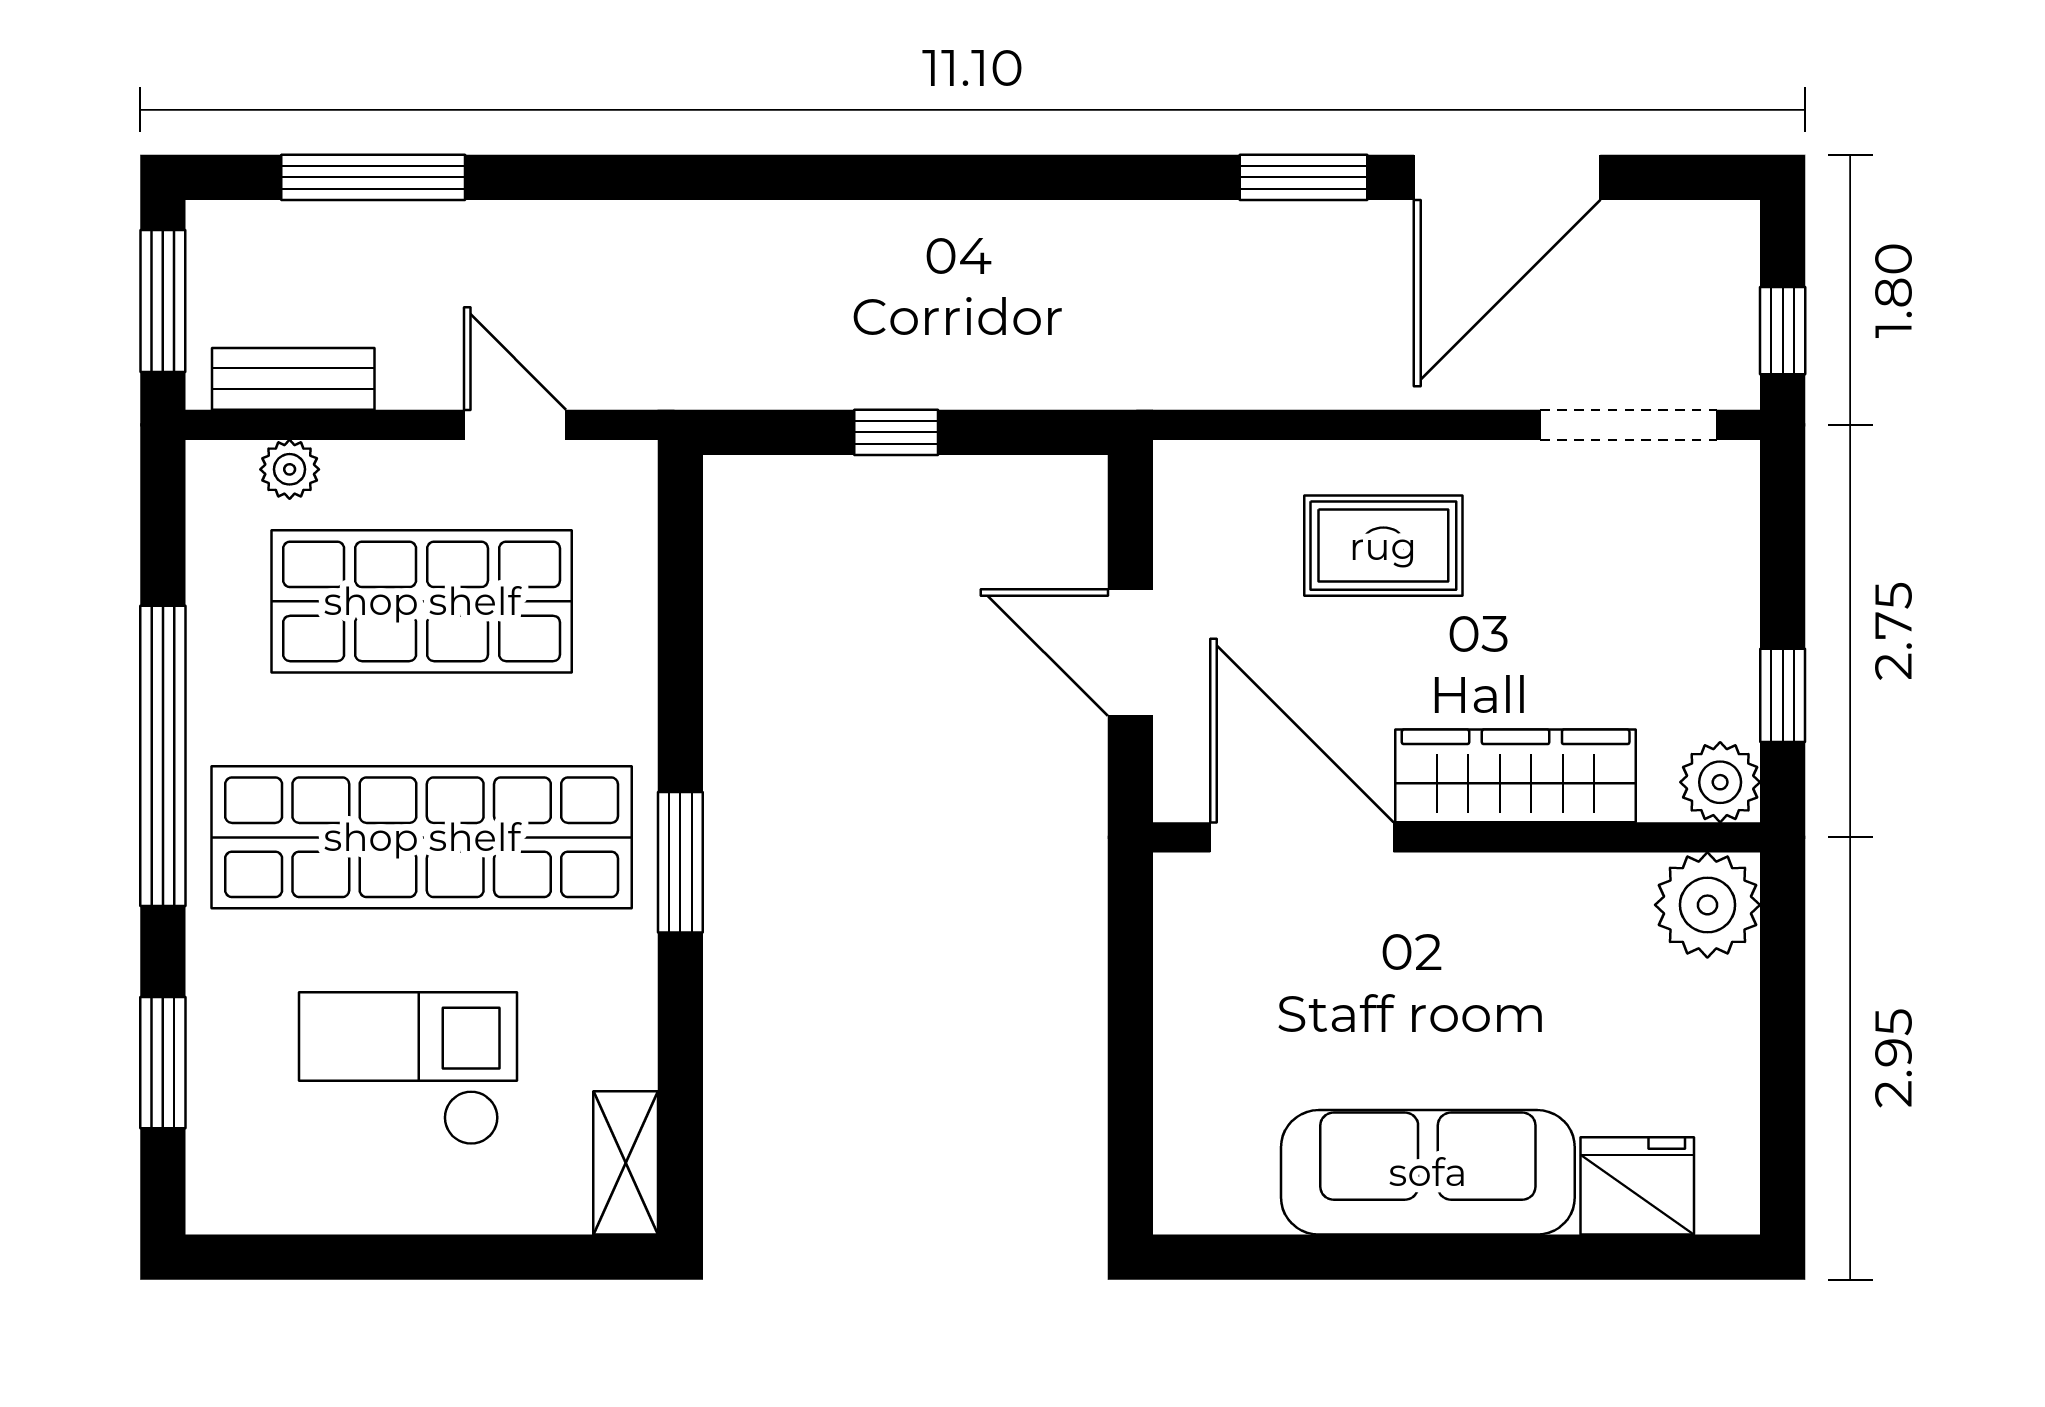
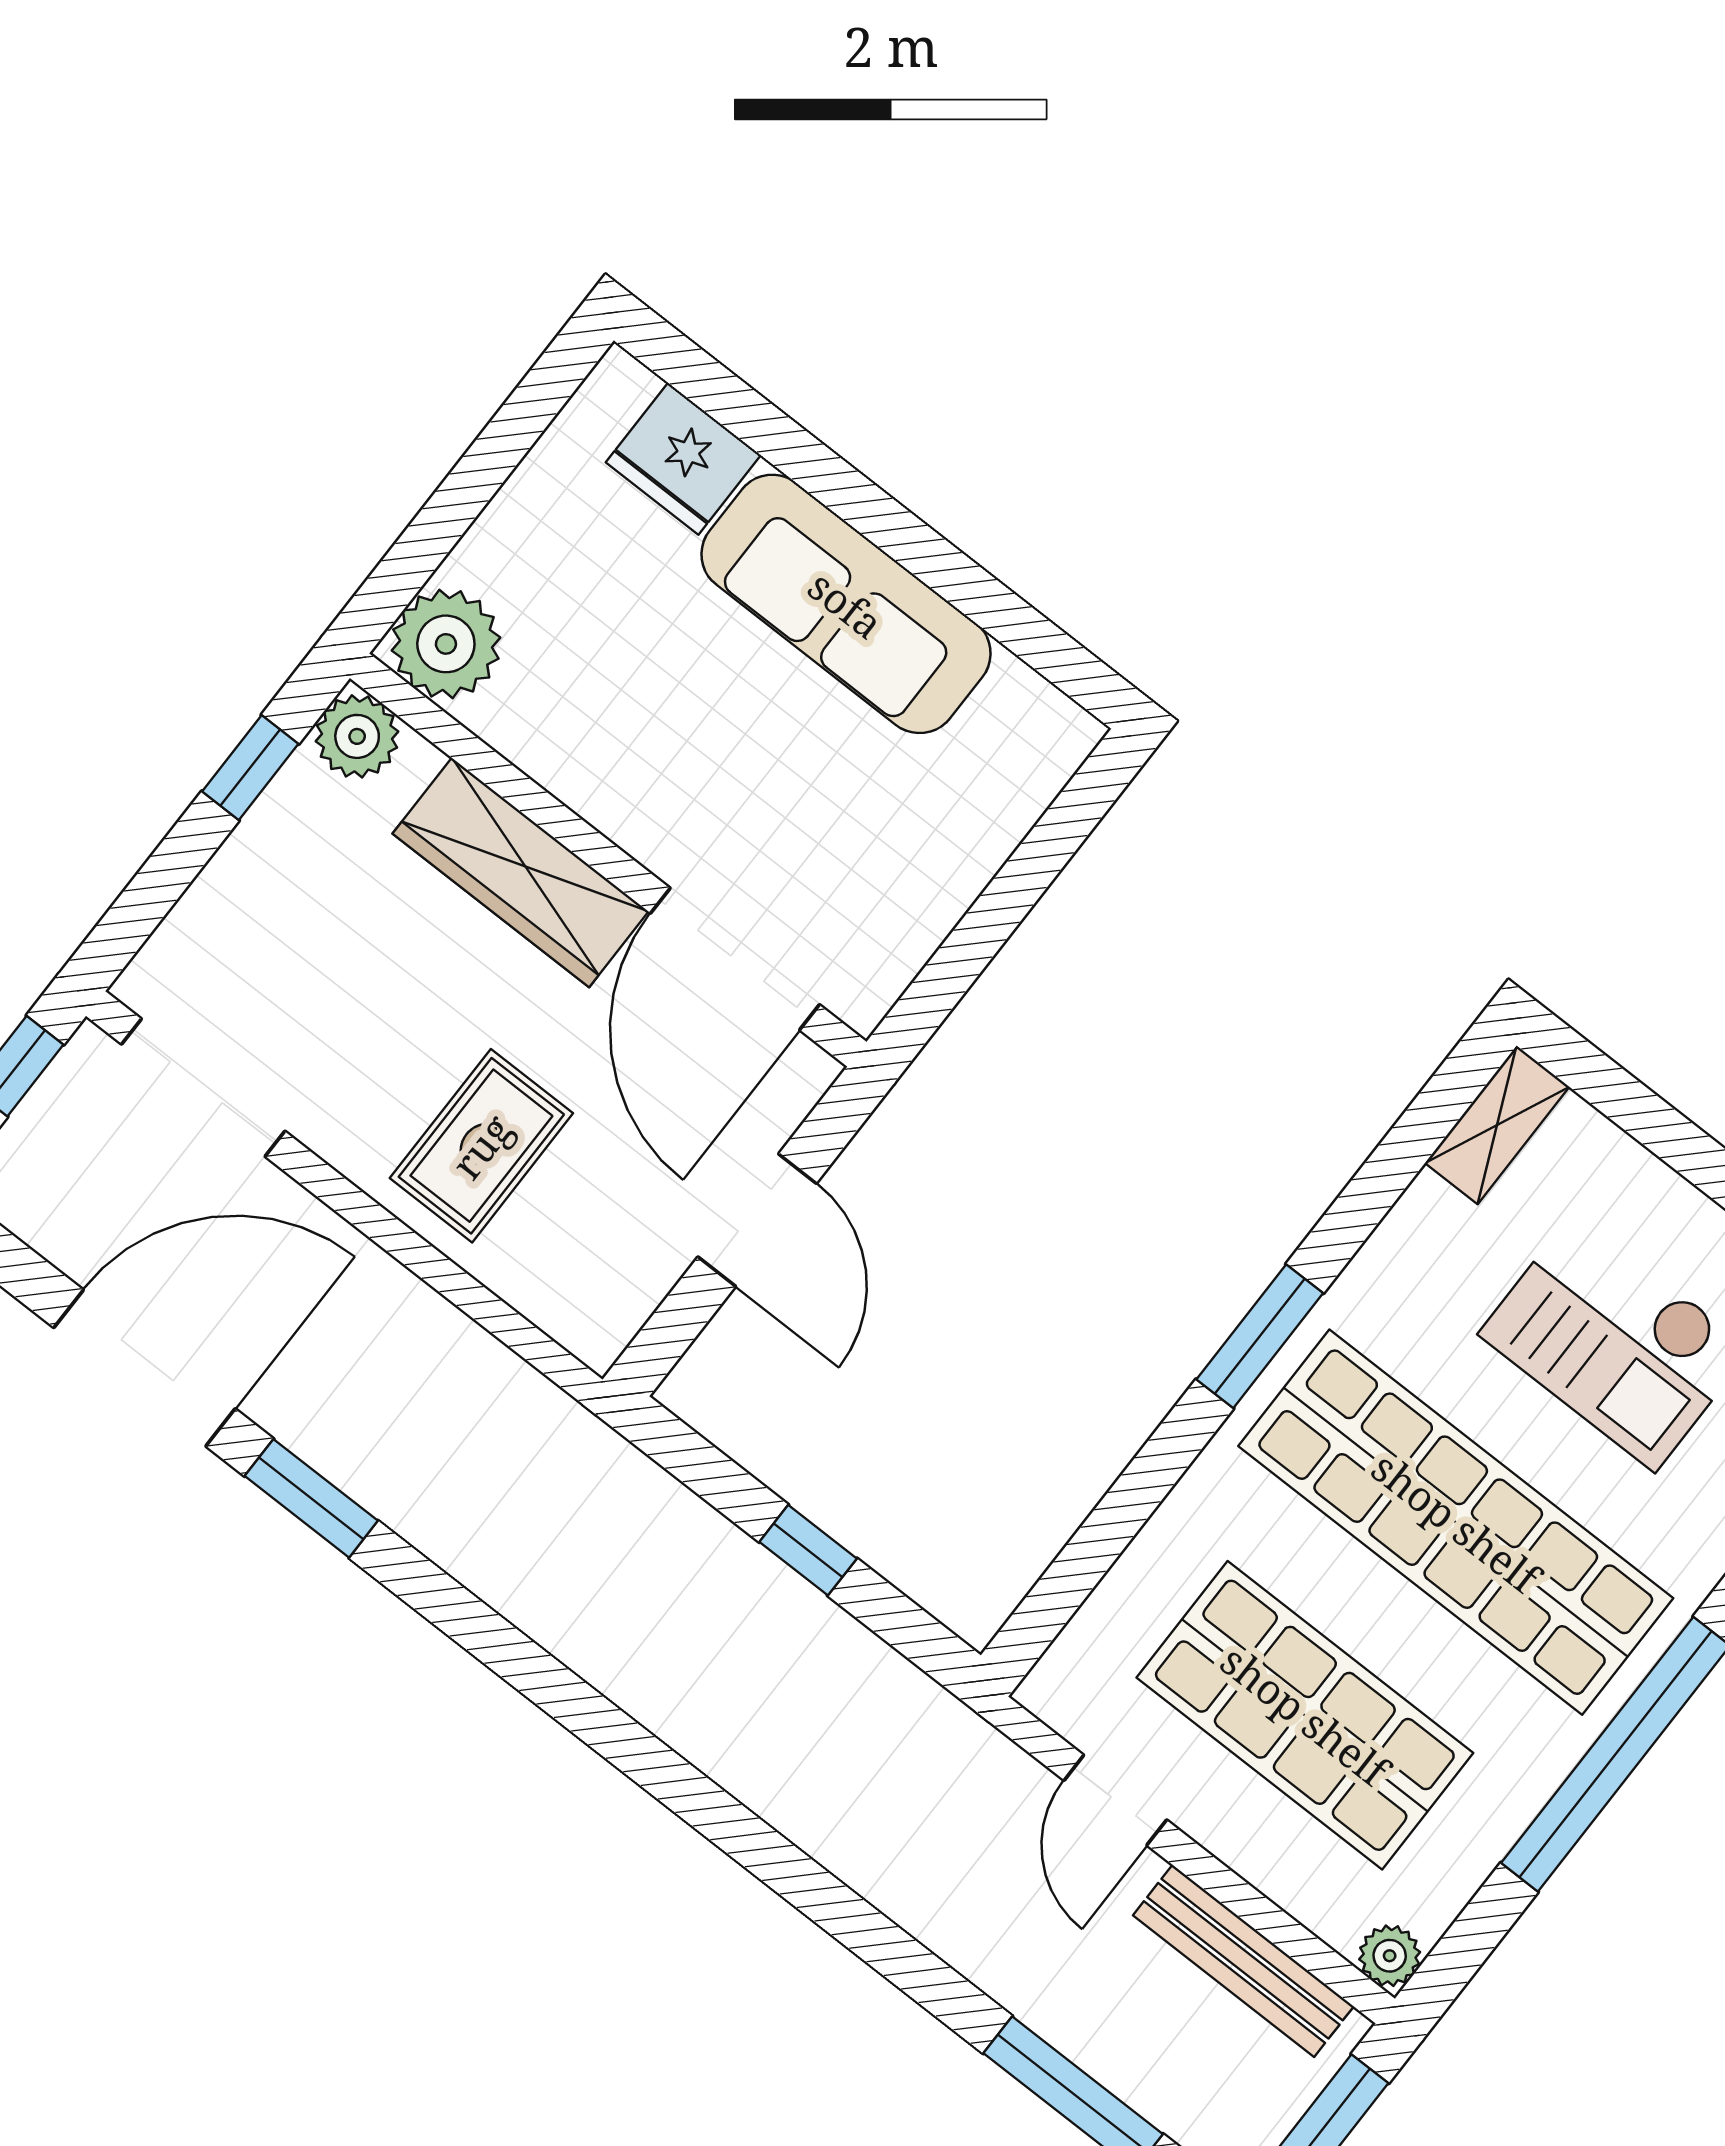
bench: (293, 379) -> (1243, 1961), width x1.36
plant: (290, 469) -> (1390, 1956), moved
rug: (1383, 546) -> (481, 1146), turned 90

